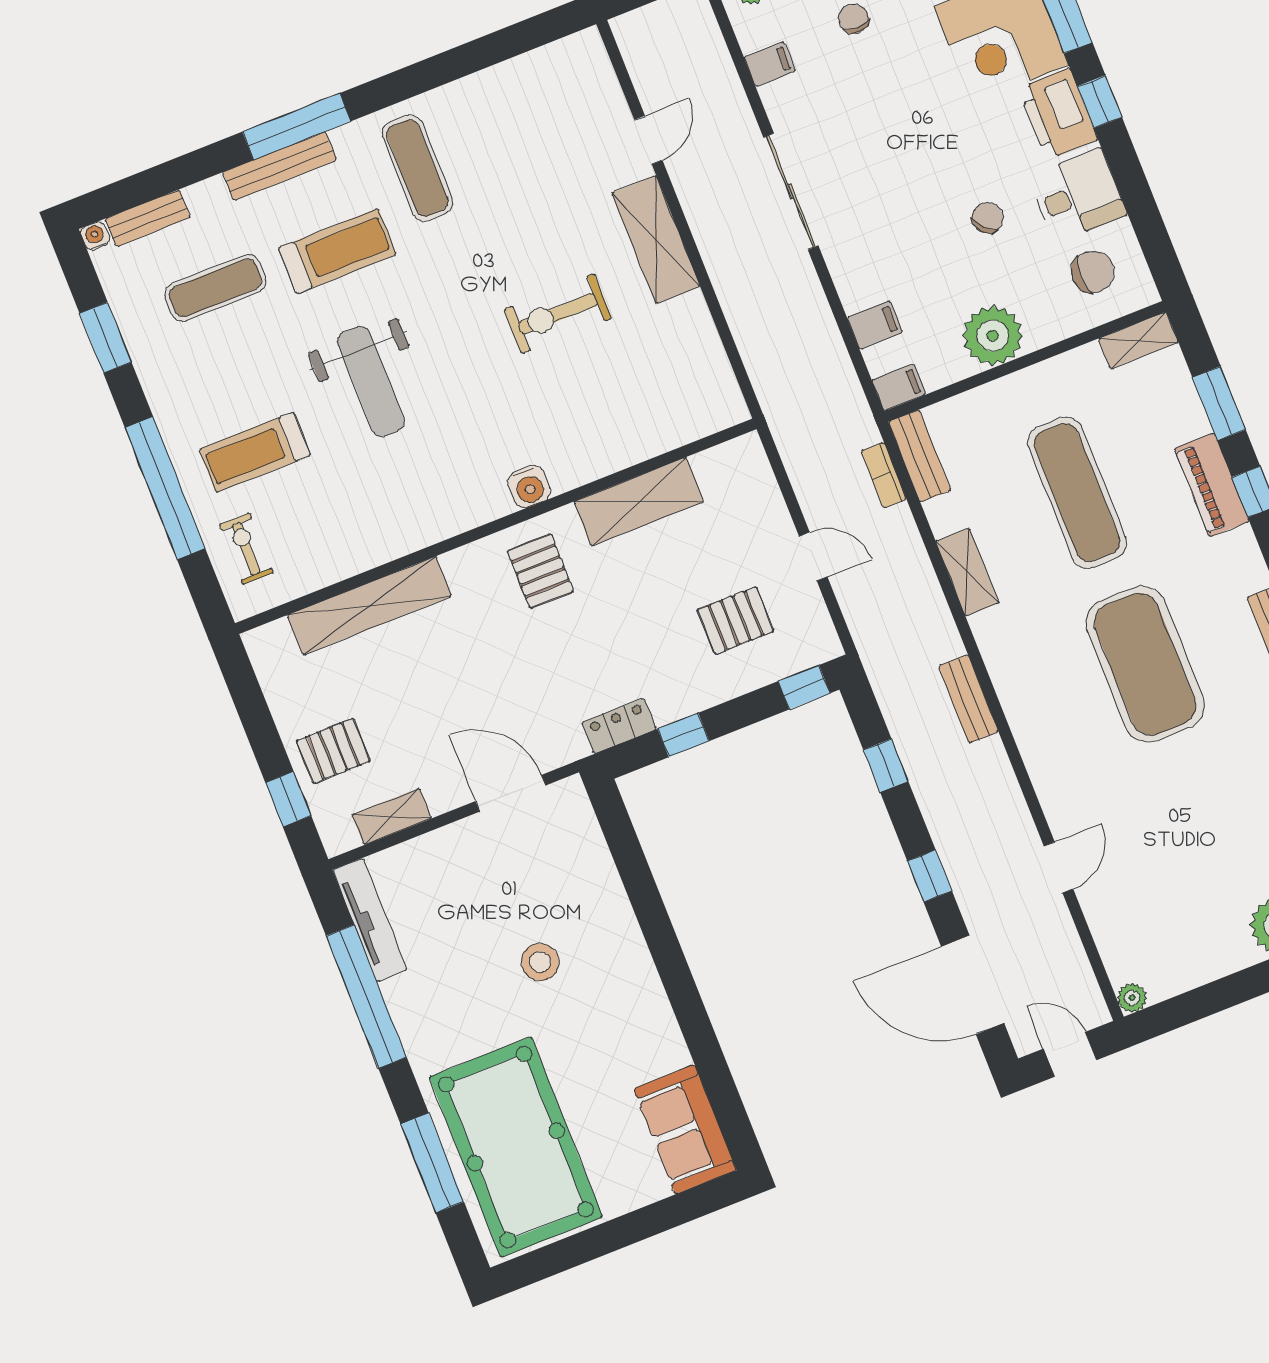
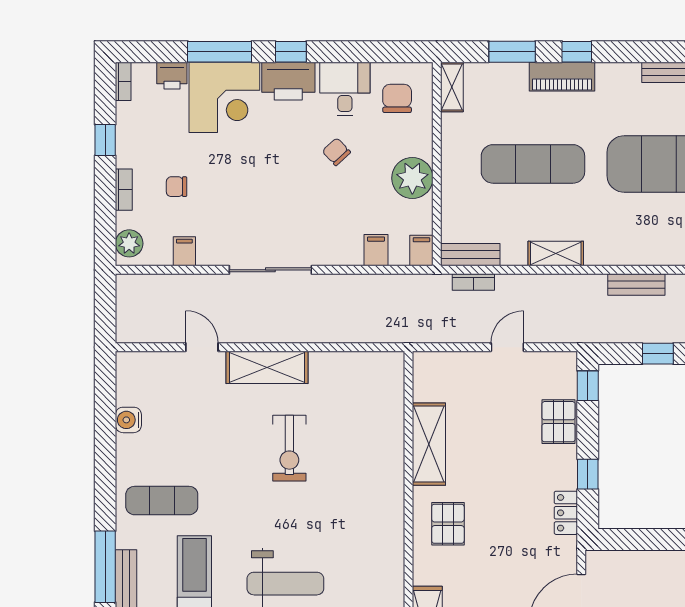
water cooler: (529, 487) -> (128, 420), moved, turned 180
pallet: (540, 571) -> (448, 524), turned 90
pallet: (736, 620) -> (558, 422), moved

